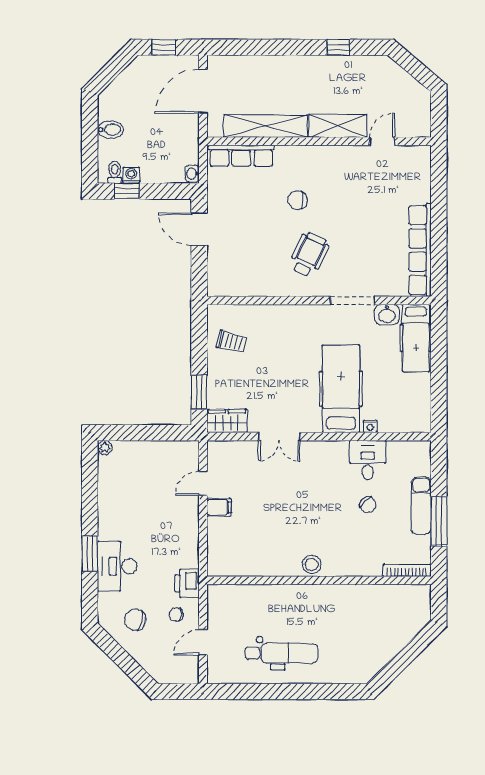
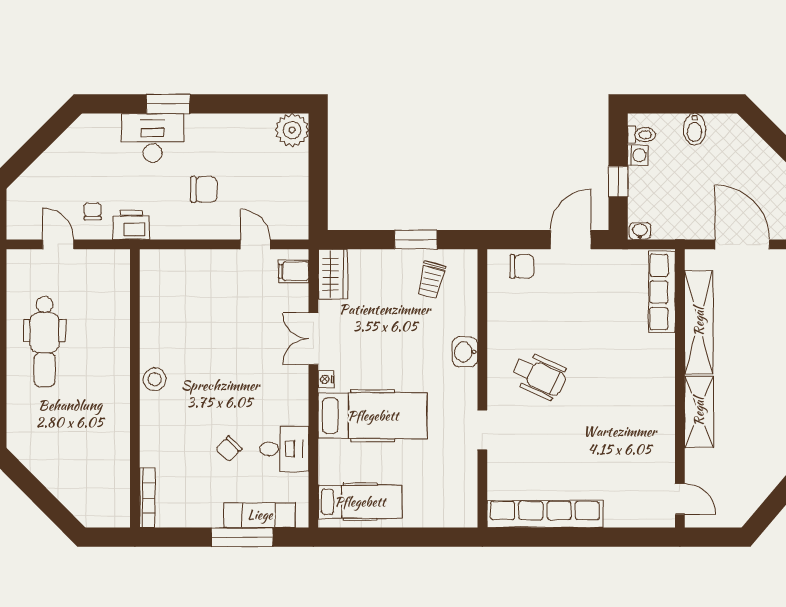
door: (382, 141) -> (680, 499), moved
window: (127, 191) -> (618, 182), moved
chair: (297, 200) -> (522, 266), moved, turned 90
doorway: (352, 300) -> (482, 430), width x0.73
washbasin: (387, 315) -> (465, 352), moved
hospital bed: (416, 338) -> (360, 502), moved, turned 180
window: (199, 392) -> (416, 240), moved
nightstand: (370, 426) -> (326, 379), moved
plant: (105, 448) -> (292, 130), width x1.88, depth x1.88
exam couch: (421, 506) -> (260, 515), moved
filing cabinet: (219, 507) -> (294, 271), moved, turned 90
window: (439, 521) -> (242, 537), moved
chair: (135, 620) -> (204, 189), moved, turned 78

